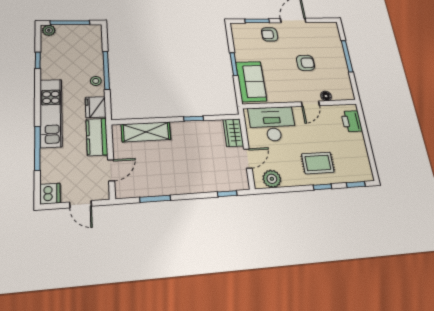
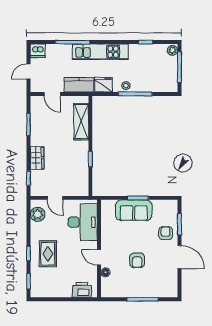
sofa: (251, 81) -> (134, 210), moved
wardrobe: (233, 133) -> (37, 158), moved, turned 90

